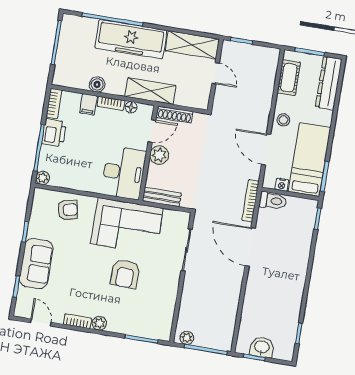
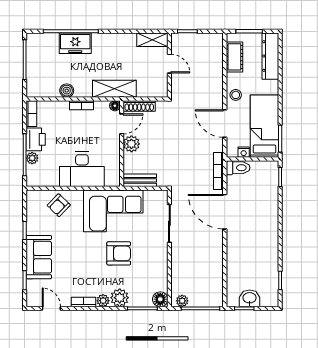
freezer: (131, 39) -> (75, 43), width x0.52, depth x0.79
shelving: (192, 45) -> (152, 40), width x0.67, depth x0.75
filing cabinet: (88, 104) -> (62, 109), removed
floor lamp: (131, 107) -> (115, 106), moved
desk: (123, 173) -> (82, 169), moved, turned 90
plant: (43, 178) -> (32, 158), moved
armchair: (68, 210) -> (59, 205), turned 146
armchair: (125, 274) -> (119, 253), turned -92
plant: (118, 323) -> (120, 298), added
floor lamp: (163, 332) -> (160, 299), added

